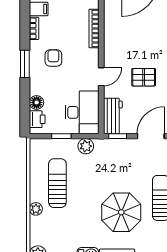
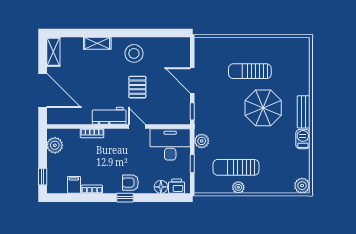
bookcase: (94, 29) -> (92, 133), width x0.64
armchair: (53, 58) -> (130, 183), moved
window: (25, 64) -> (125, 198), width x0.67
workbench: (113, 116) -> (109, 116), moved
plant: (36, 209) -> (238, 187), moved

